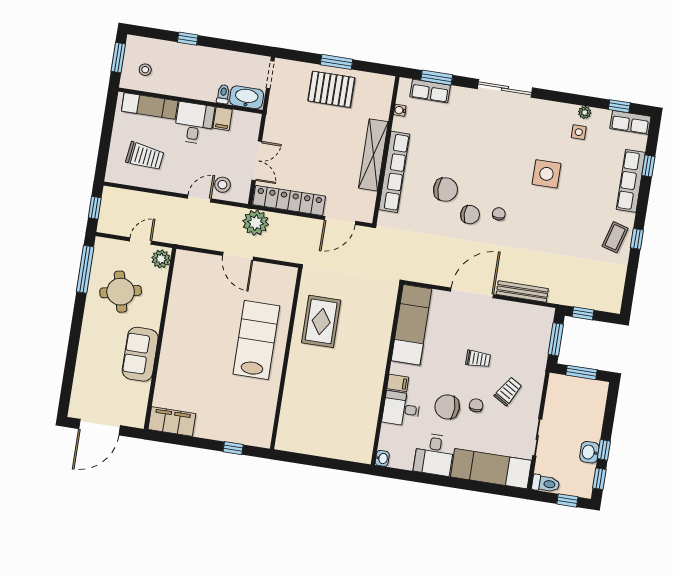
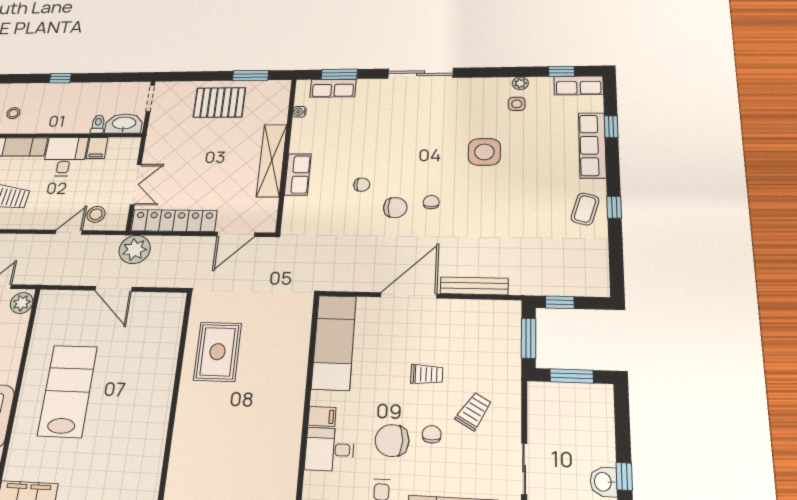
window: (337, 62) -> (250, 76), moved
row of seats: (394, 172) -> (298, 174), width x0.50
chair: (445, 190) -> (362, 185), width x0.54, depth x0.54
lab bench: (256, 340) -> (68, 391), moved

